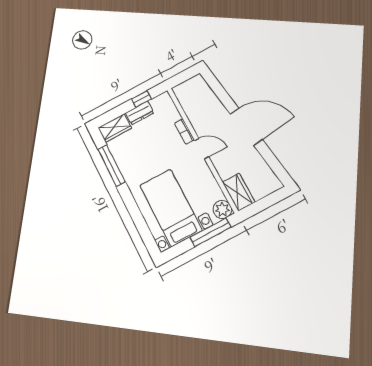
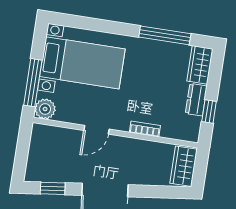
door: (202, 149) -> (97, 130), moved
window: (273, 163) -> (53, 188), added
wardrobe: (239, 192) -> (184, 166), moved, turned 90

